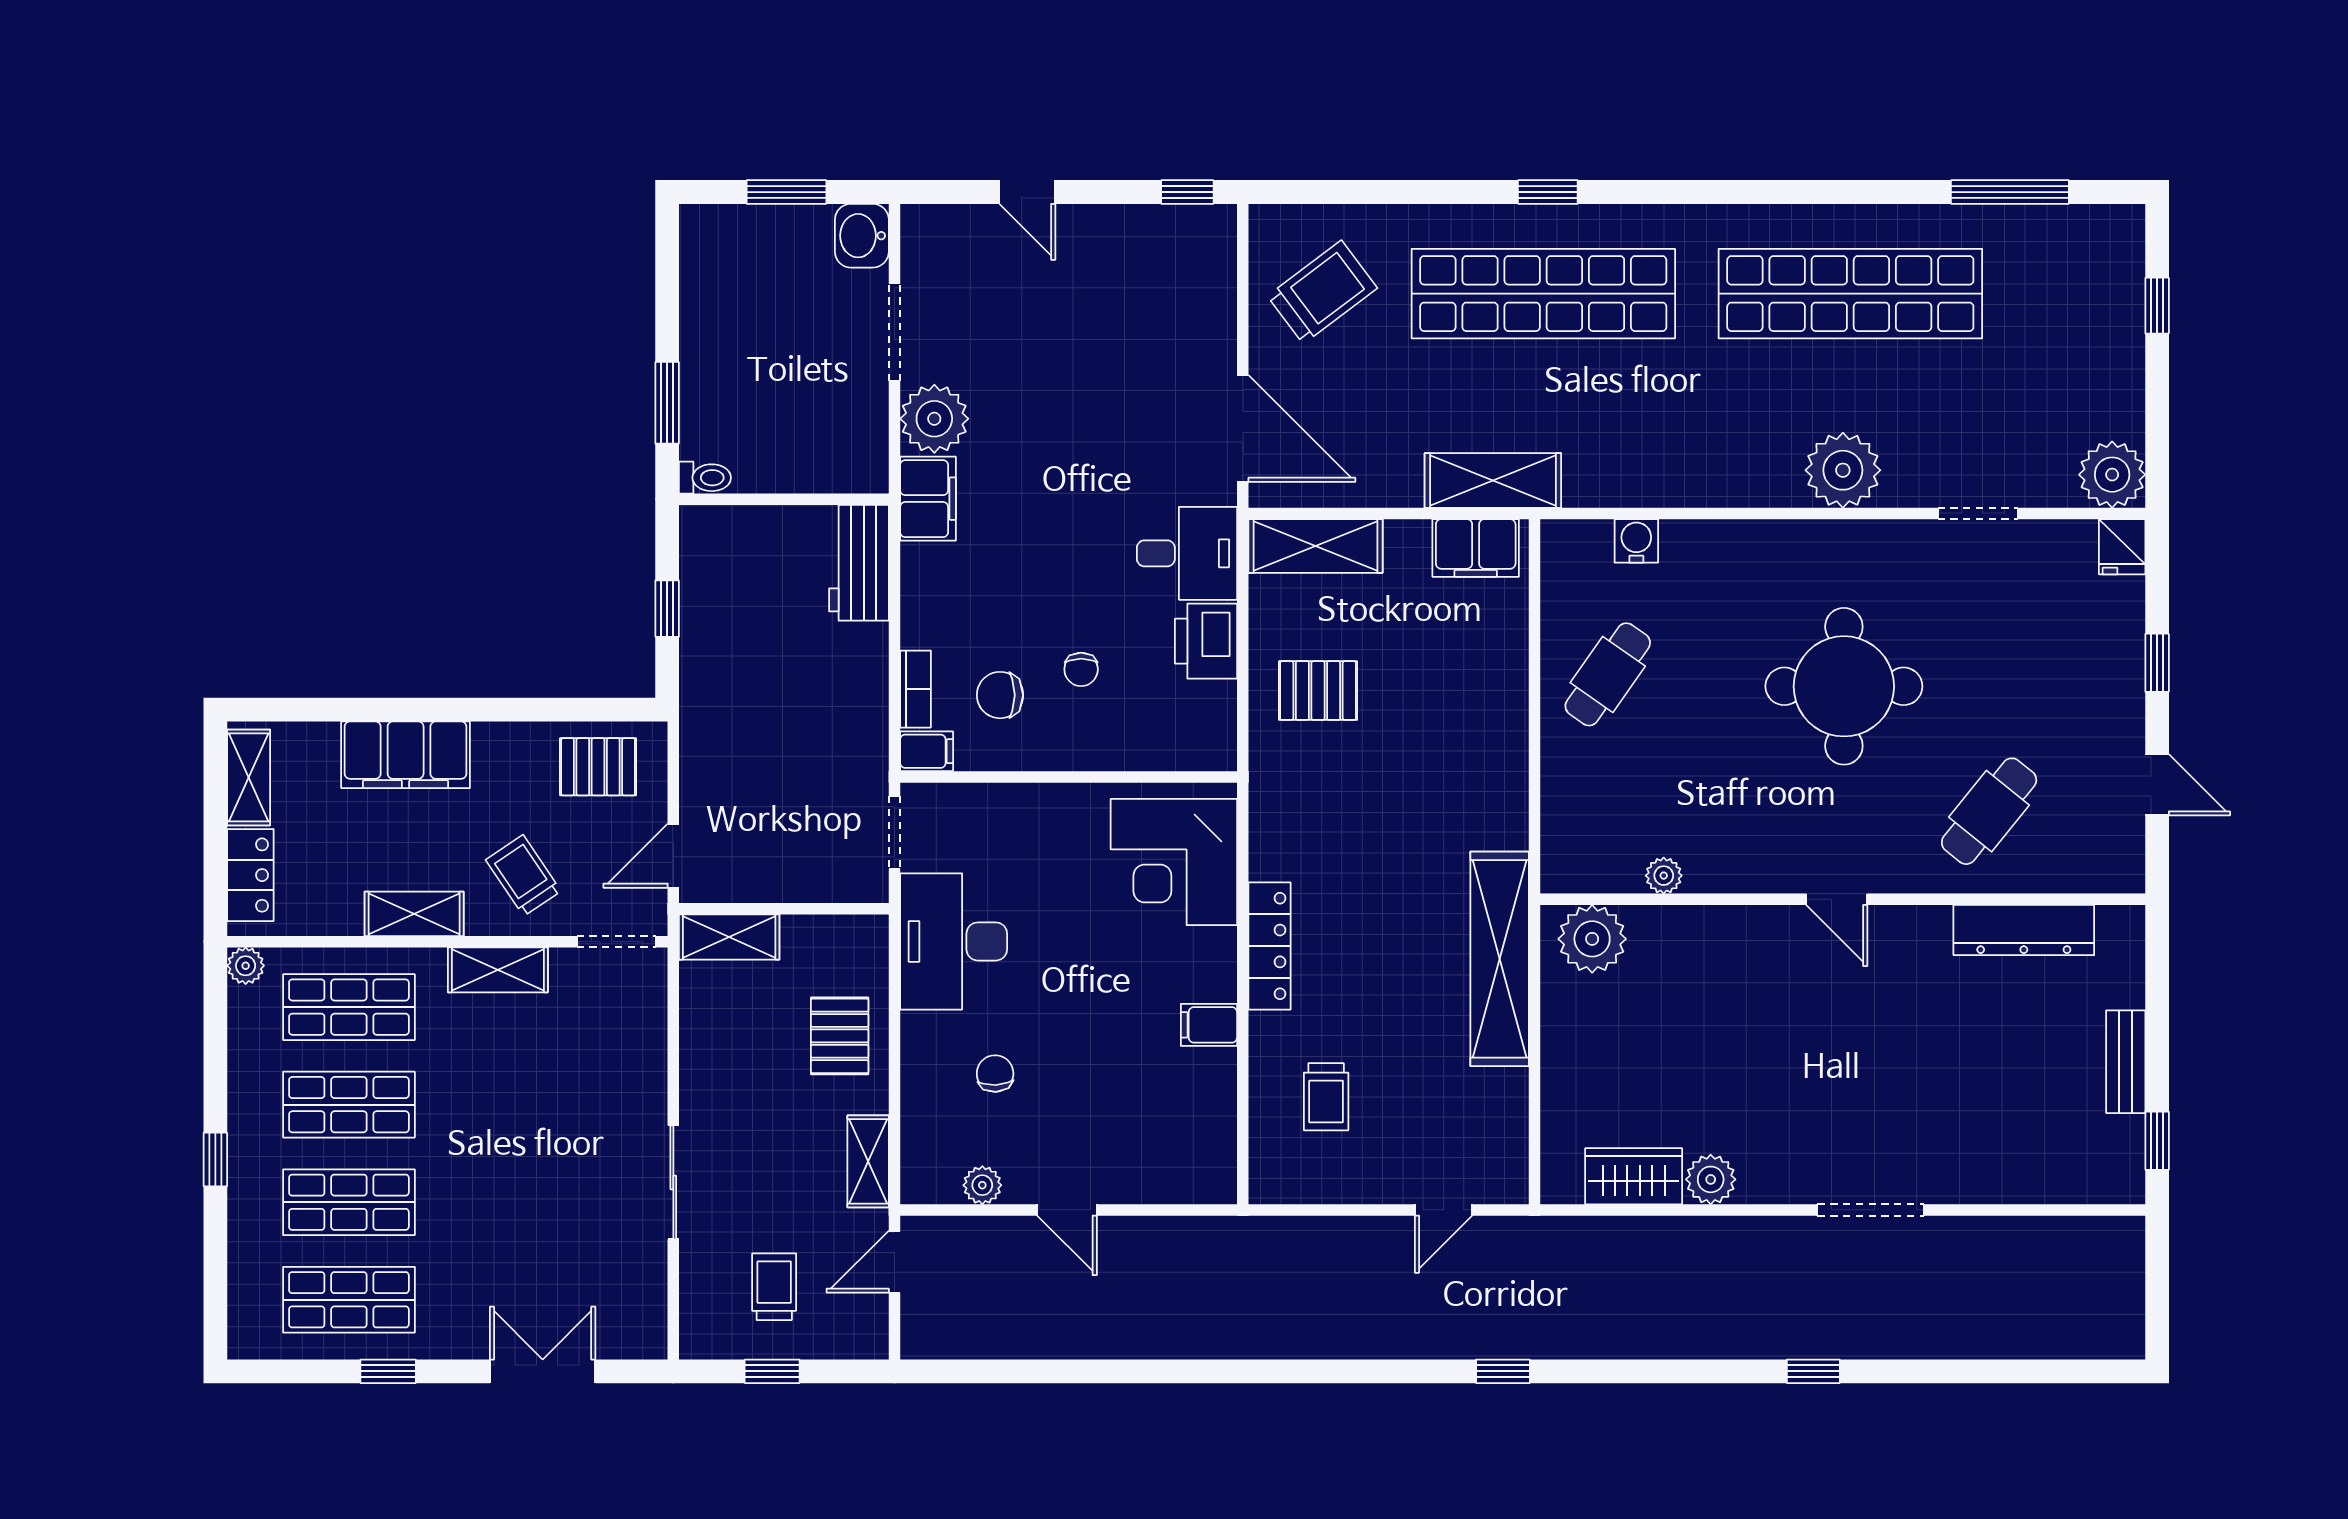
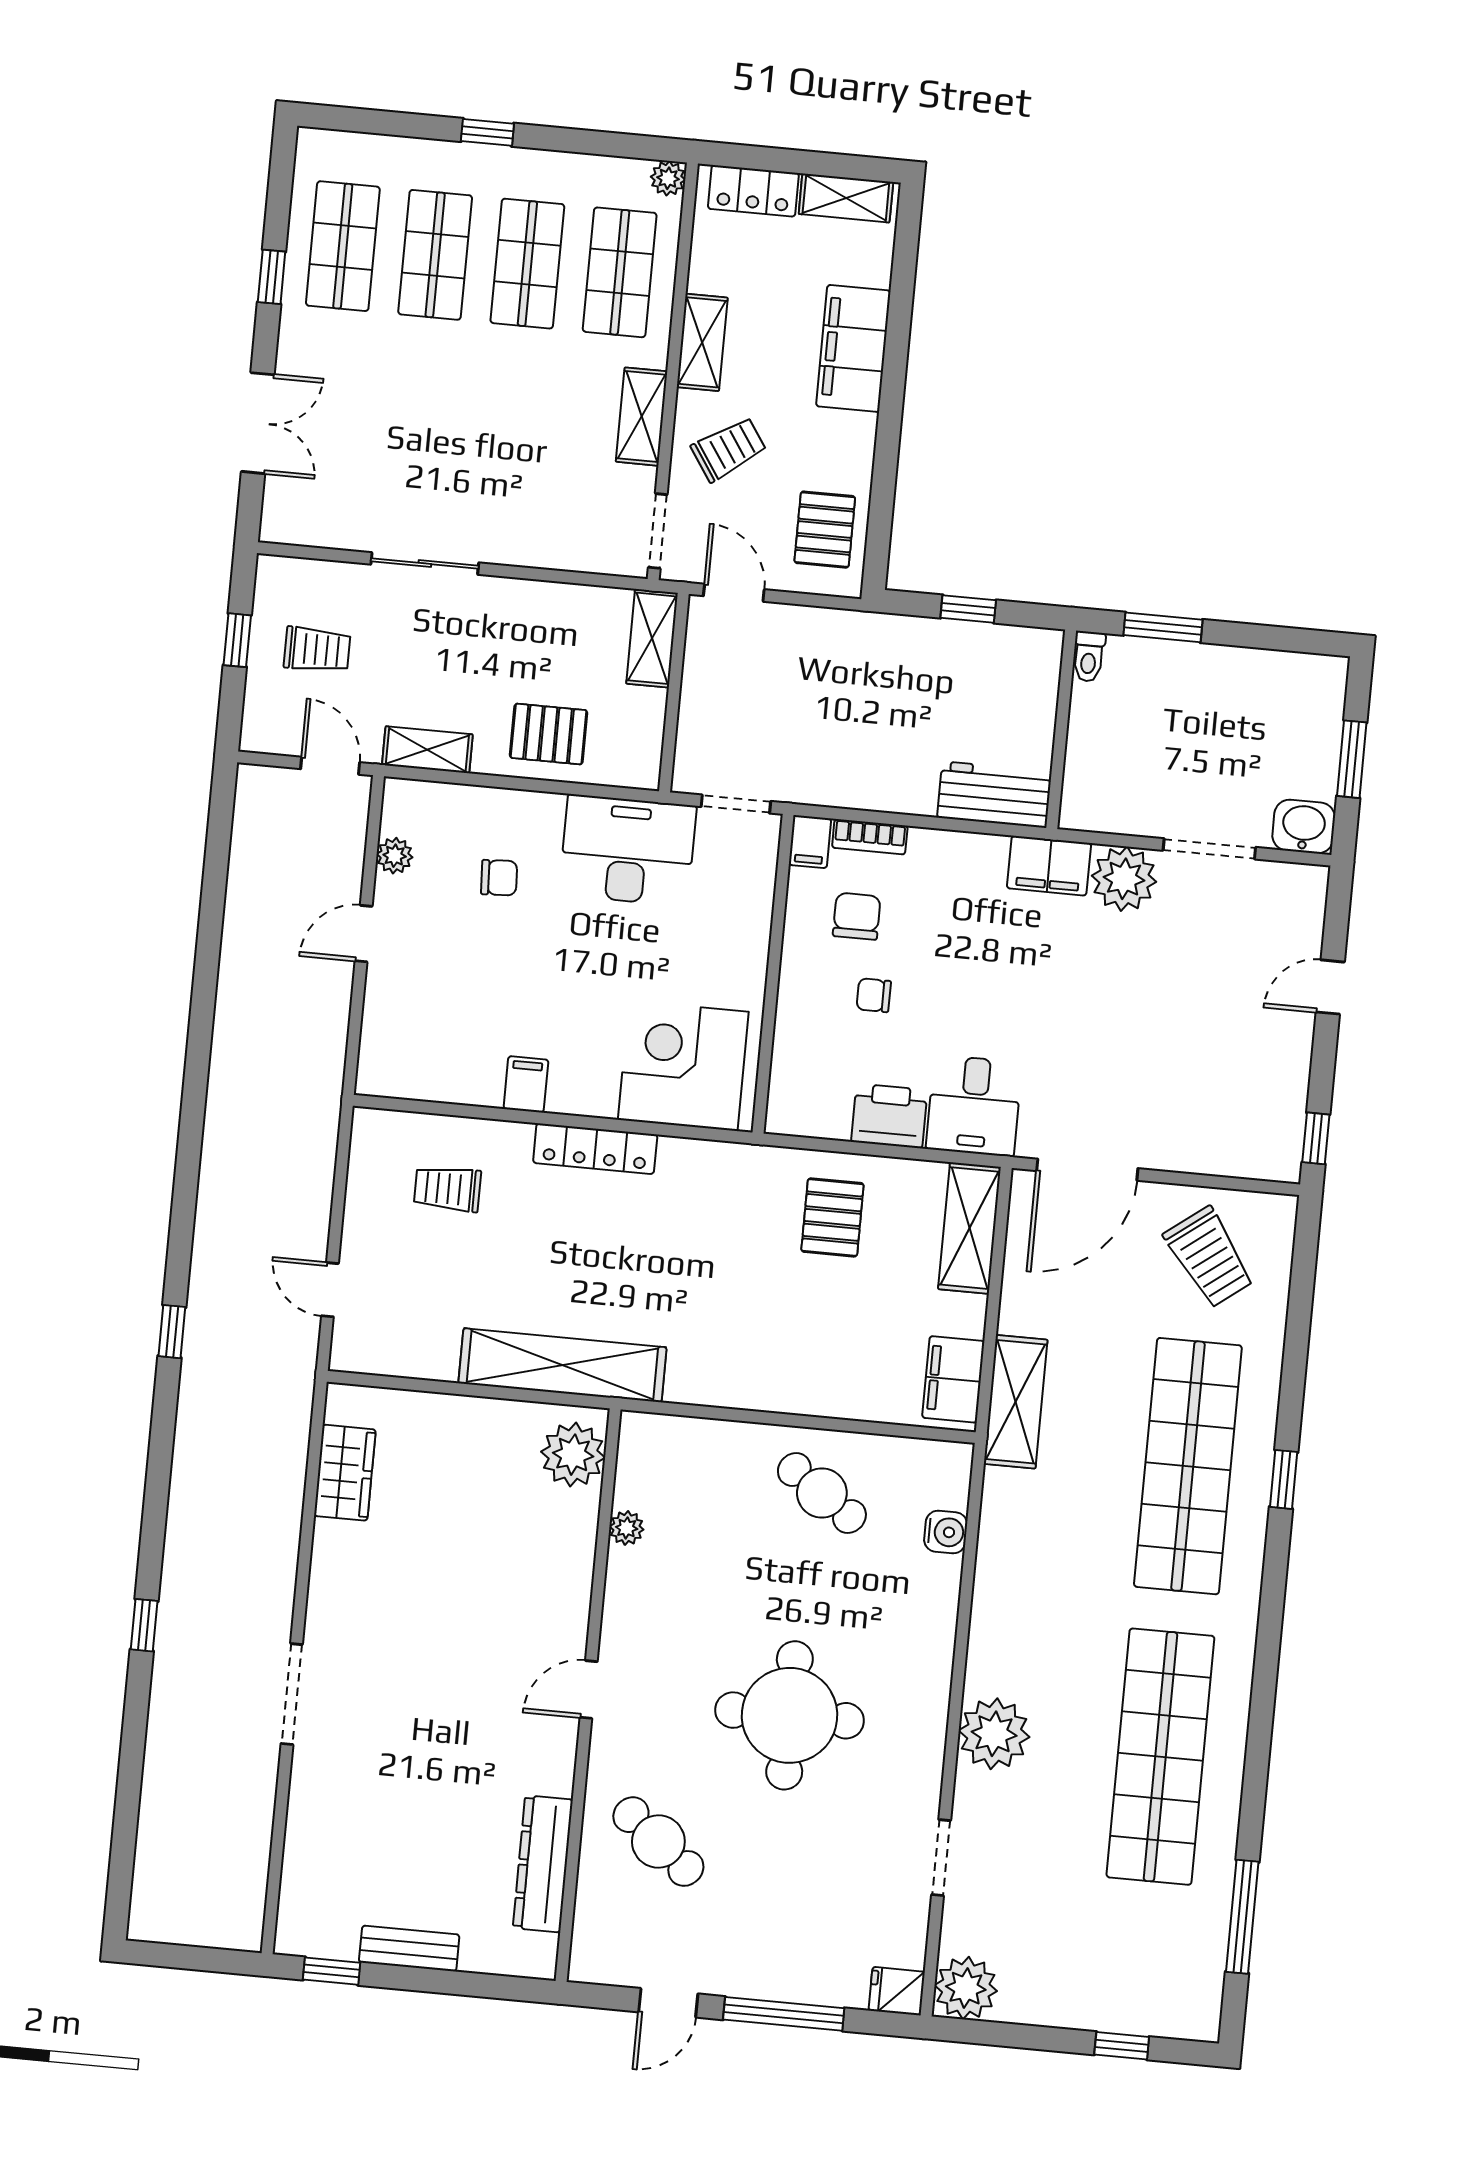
window: (2157, 663) -> (784, 2014), width x2.17
plant: (1711, 1179) -> (335, 1545), removed

